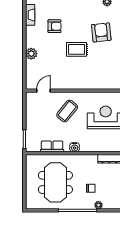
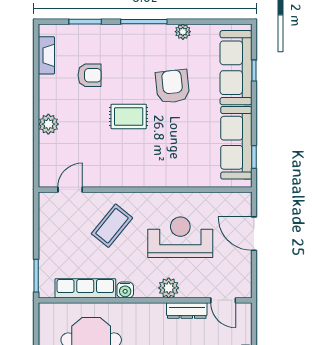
row of seats: (52, 146) -> (85, 288), width x1.48
plant: (99, 146) -> (169, 288), added

